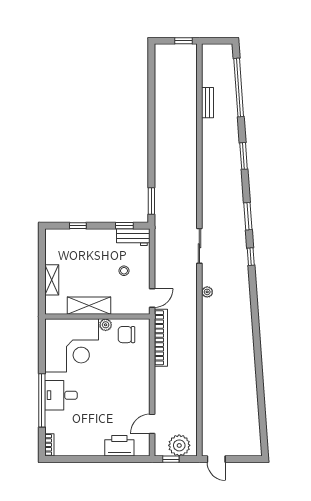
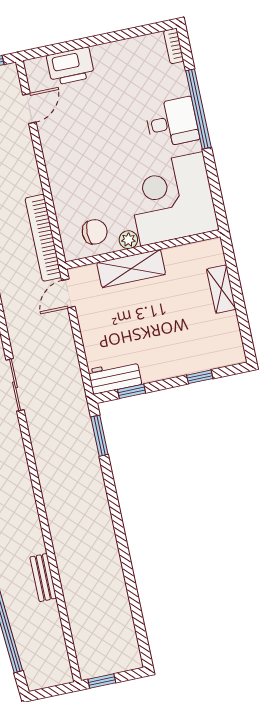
bench: (207, 103) -> (43, 578), moved
stool: (124, 271) -> (118, 325), removed
shelving: (89, 306) -> (131, 269), moved

